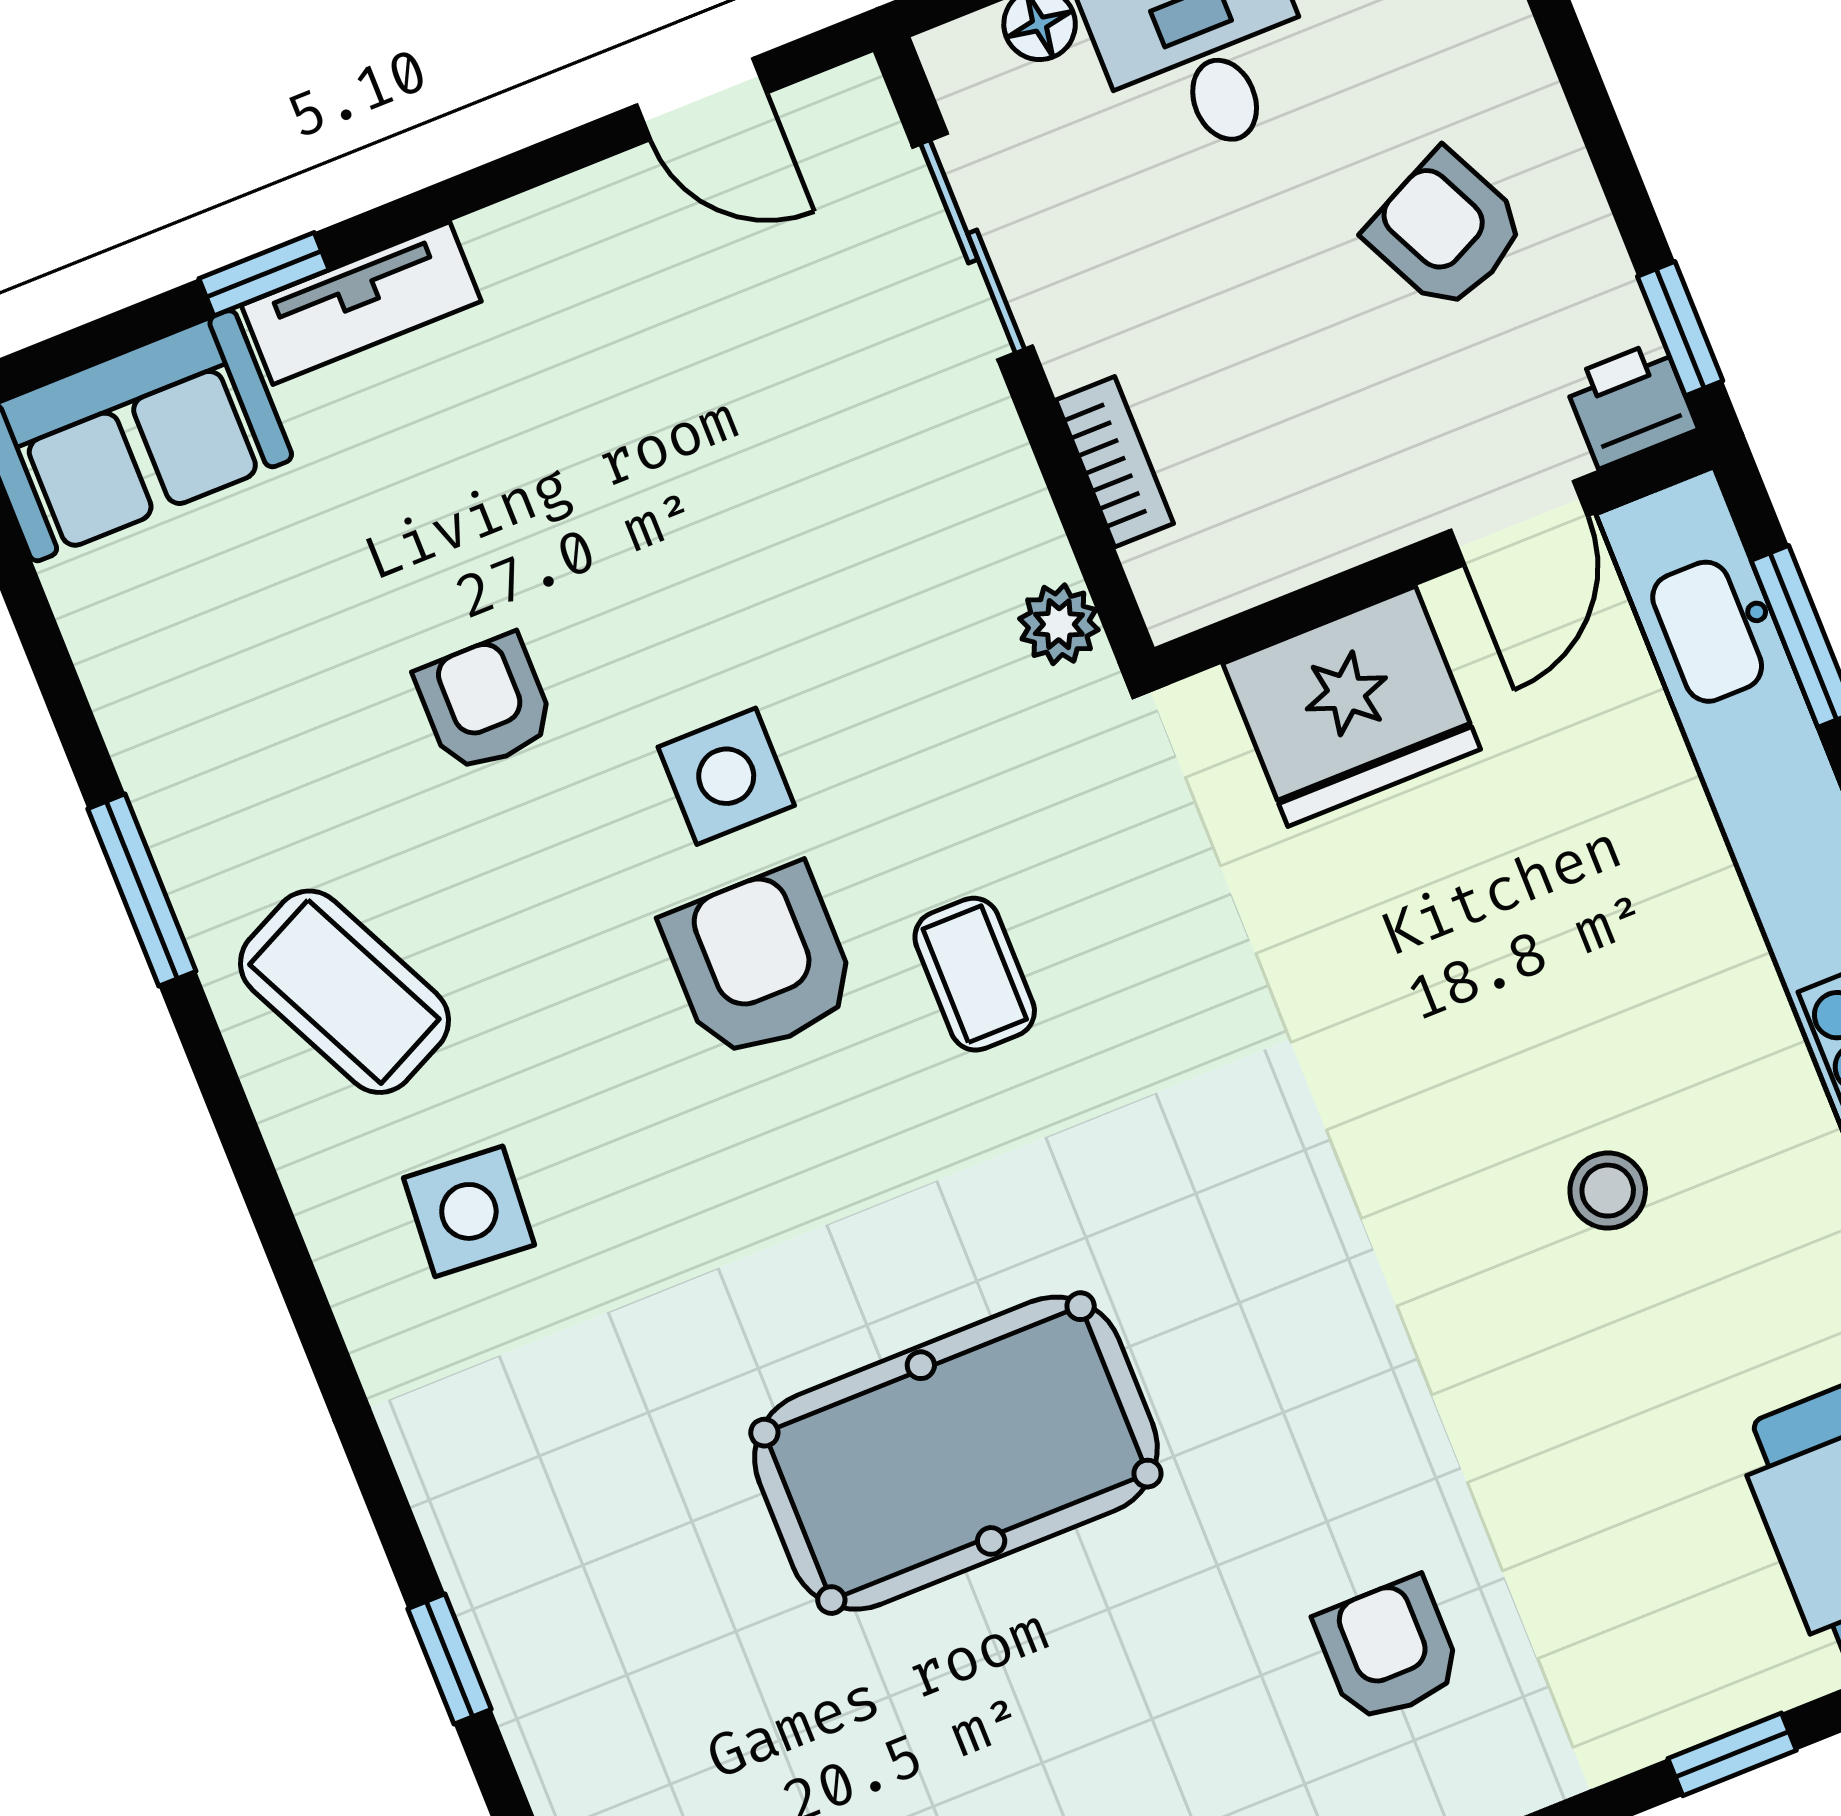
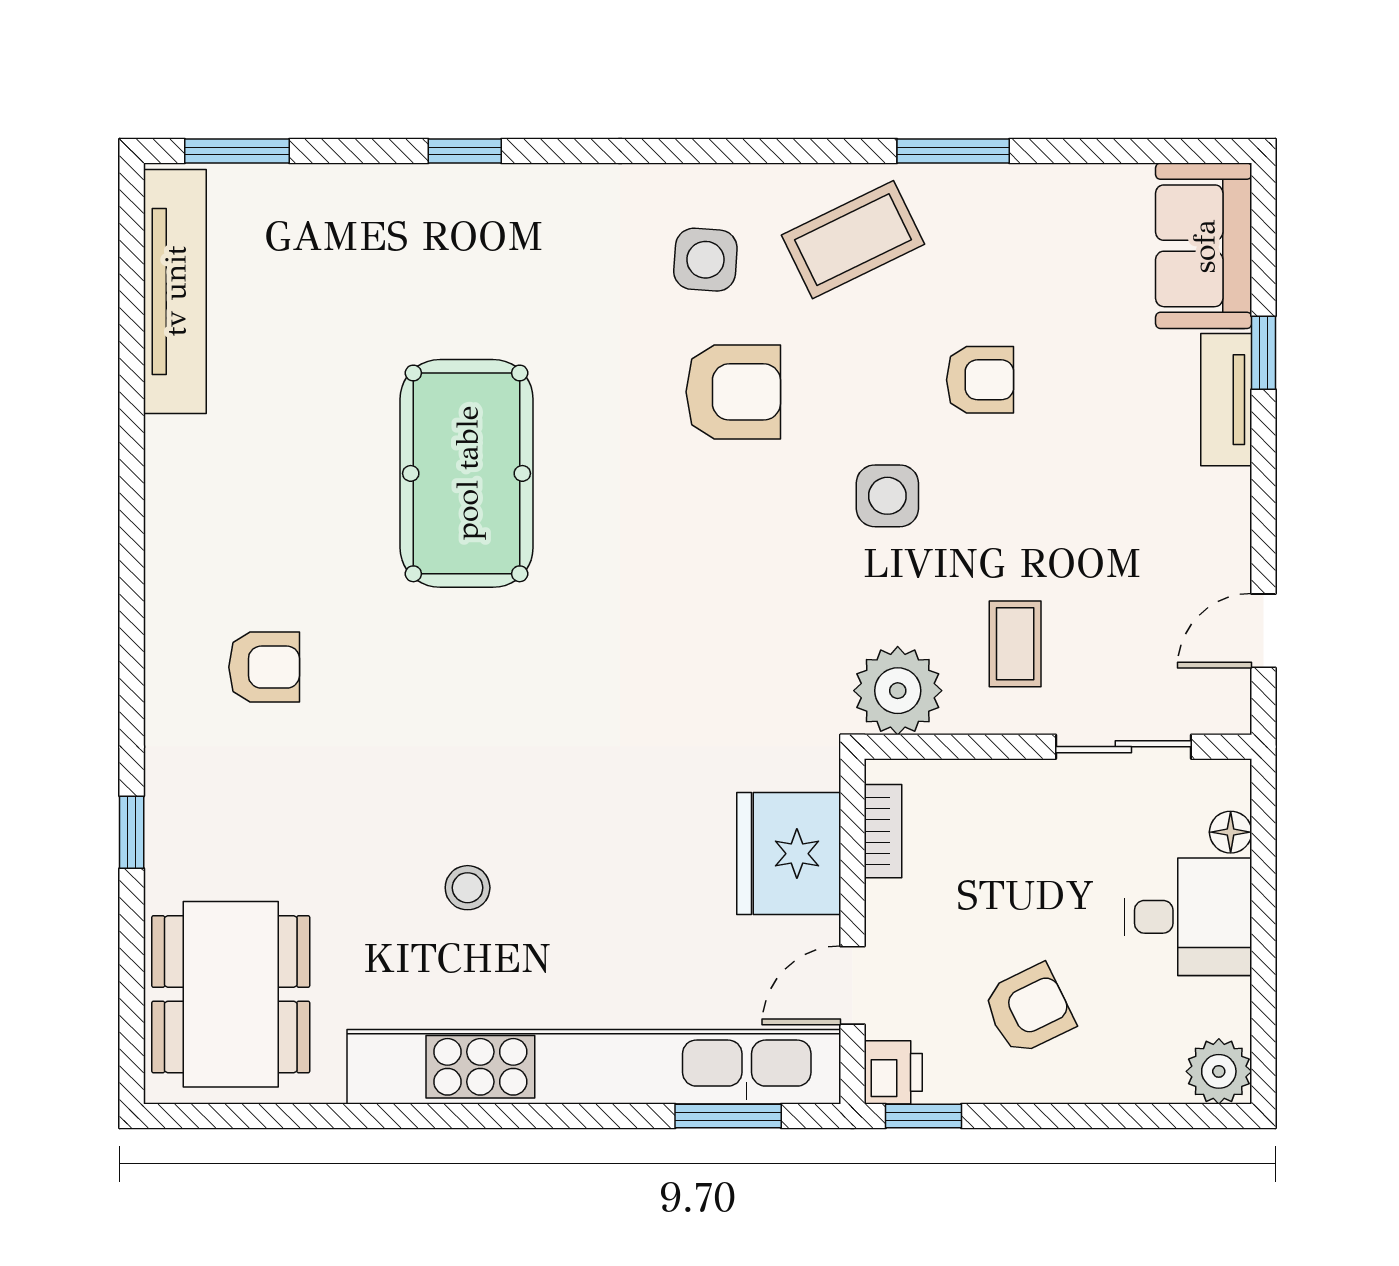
bookcase: (1115, 462) -> (883, 831), moved, turned -90
door: (1519, 523) -> (852, 985), hinge flipped
plant: (1059, 624) -> (898, 691), width x1.87, depth x1.87
armchair: (760, 962) -> (733, 392), moved
coffee table: (975, 974) -> (1015, 644), moved, turned 90

